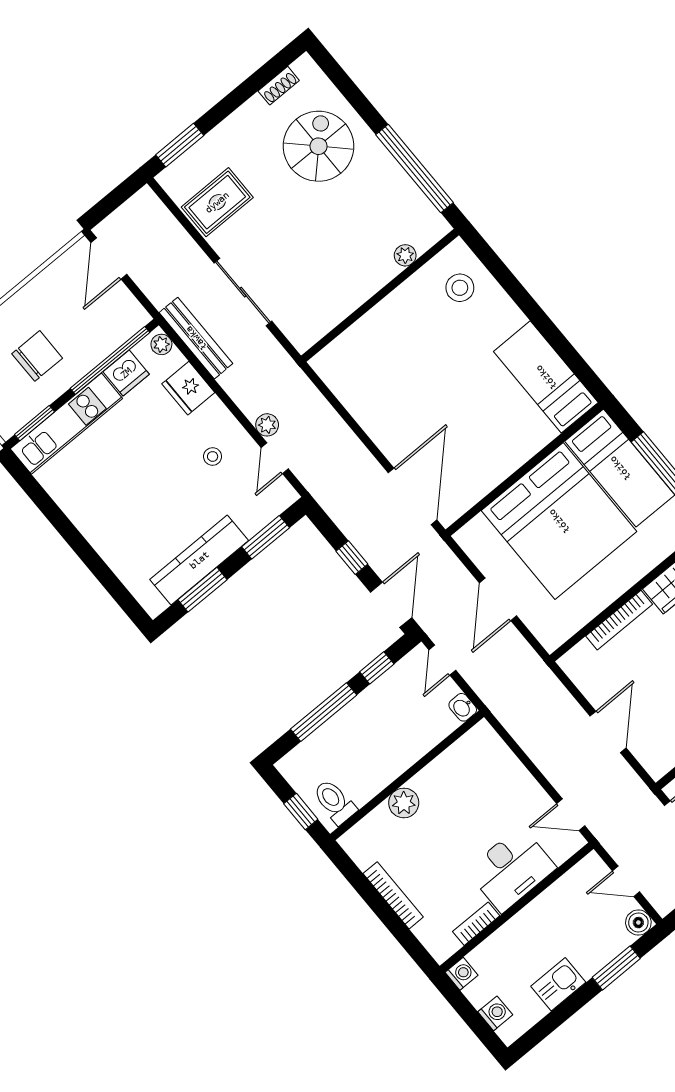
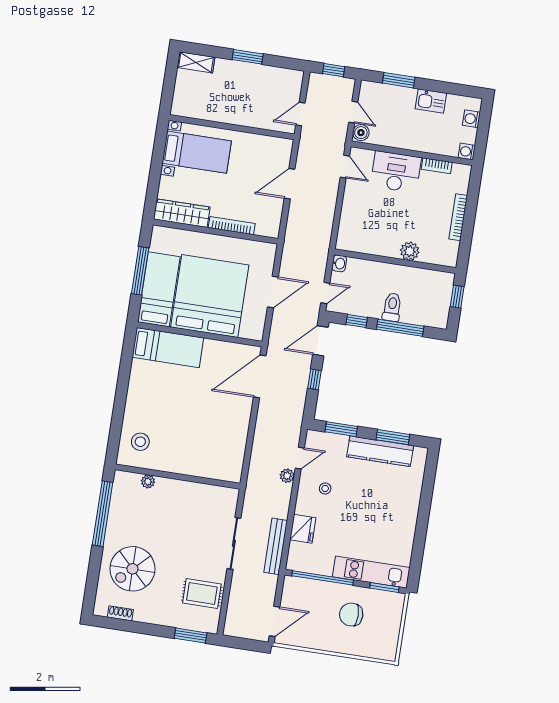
plant: (161, 344) -> (293, 560), removed
dishwasher: (126, 373) -> (322, 565), removed
bed: (546, 377) -> (168, 348), moved, turned -90
toilet: (335, 802) -> (392, 307), moved, turned 180
boiler: (638, 923) -> (361, 133), moved

